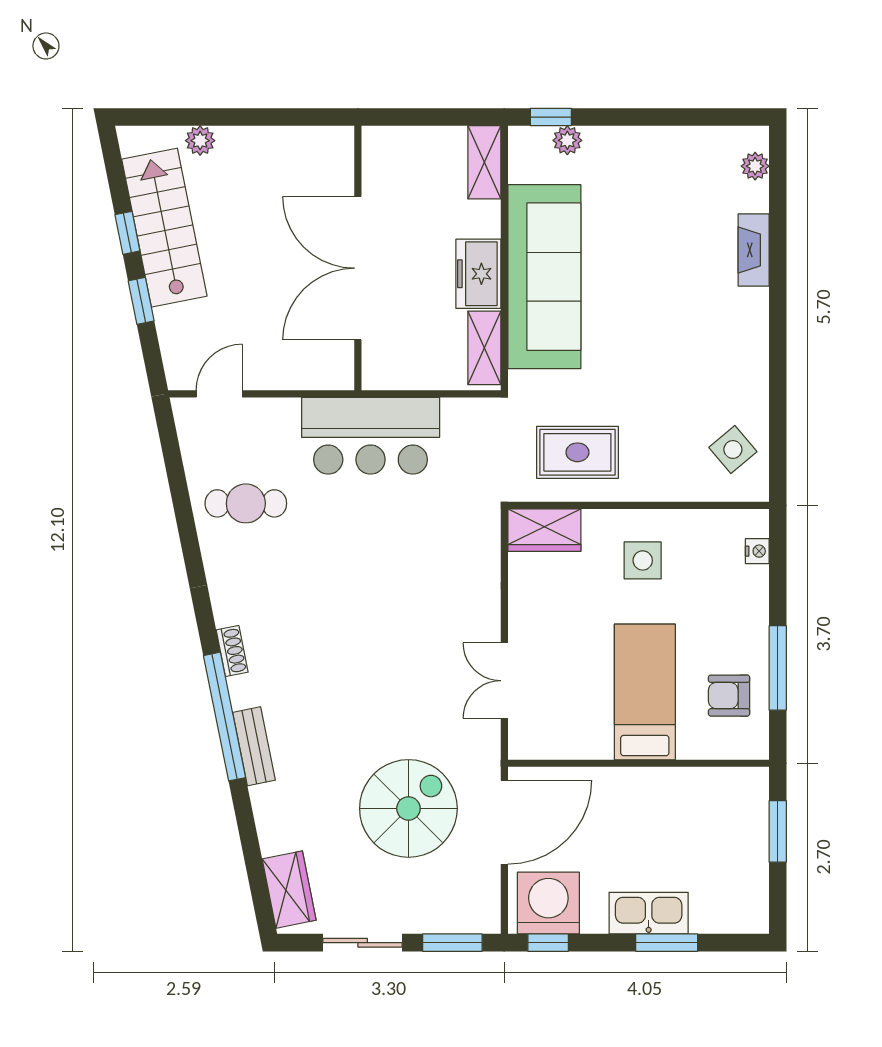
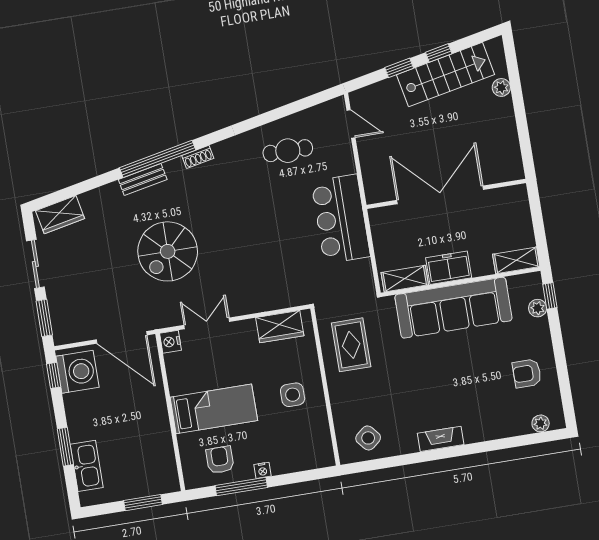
armchair: (670, 175) -> (527, 373), added
fireplace: (754, 250) -> (441, 439), moved
cafe table: (246, 503) -> (288, 151), turned 90
wardrobe: (544, 530) -> (280, 327), moved, turned -90
nightstand: (757, 551) -> (263, 470), moved
nightstand: (525, 744) -> (170, 342), added
spiral stairs: (408, 808) -> (168, 251), moved, turned 90
kitchen sink: (649, 913) -> (87, 466), moved

